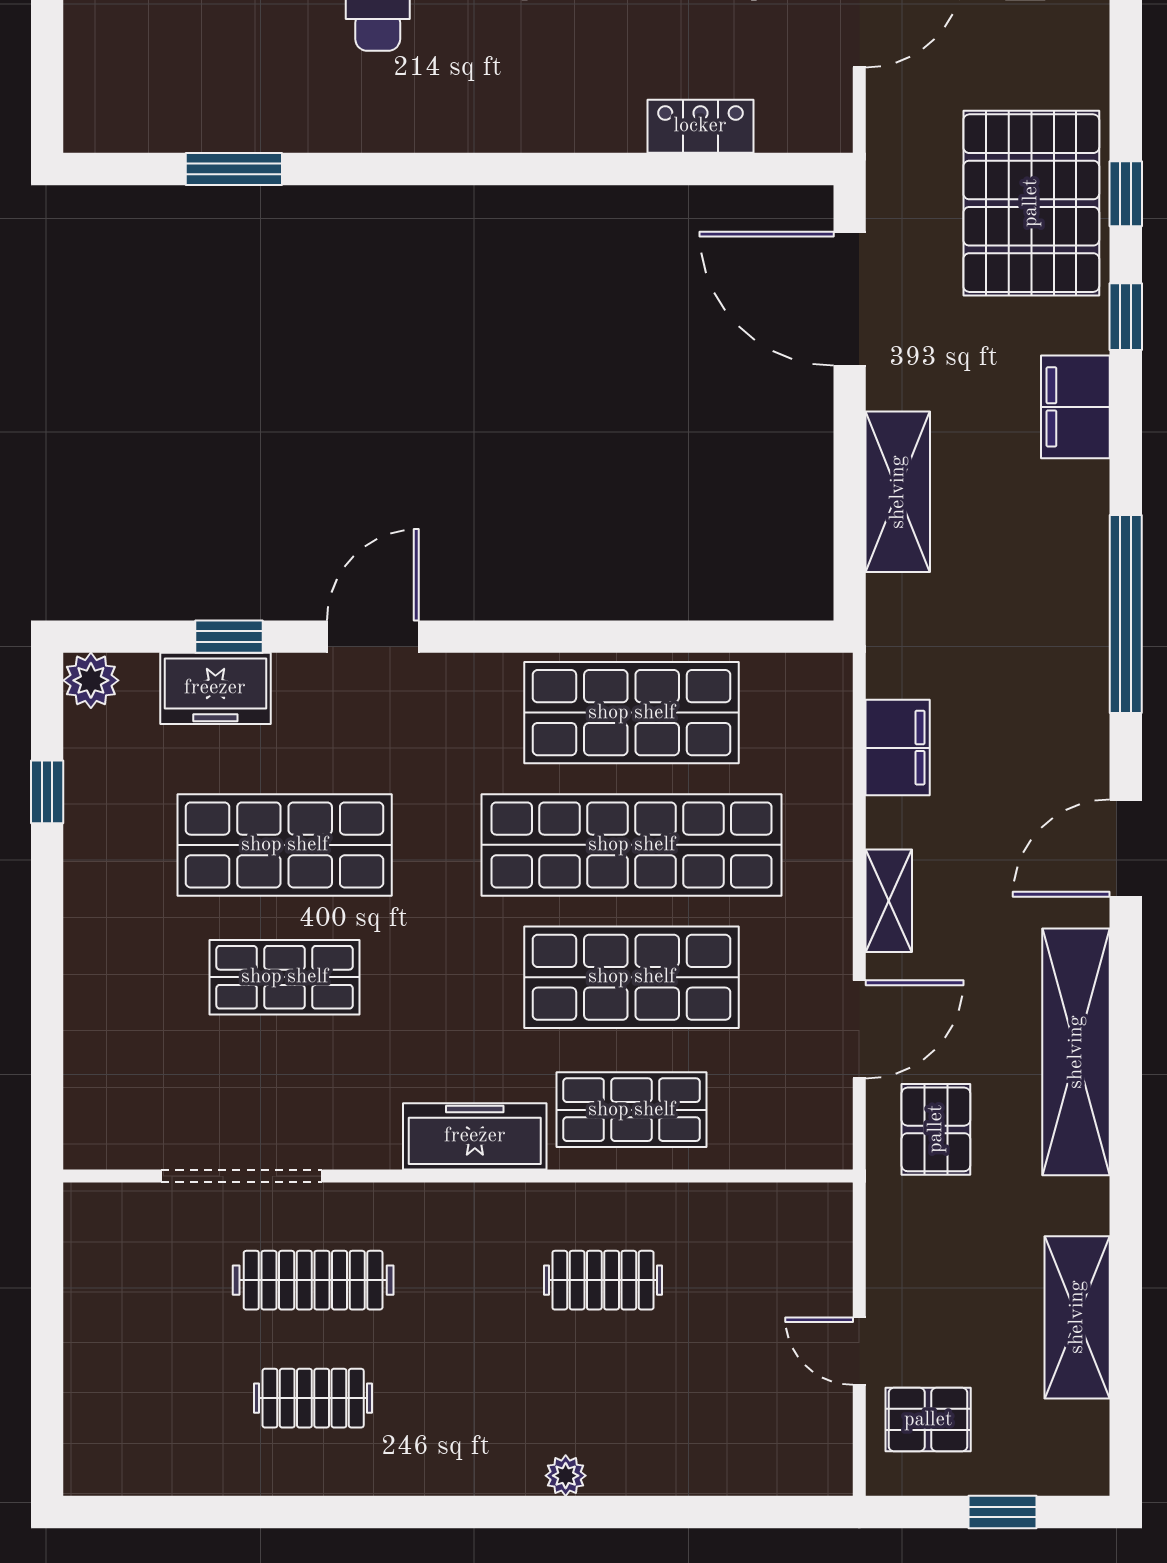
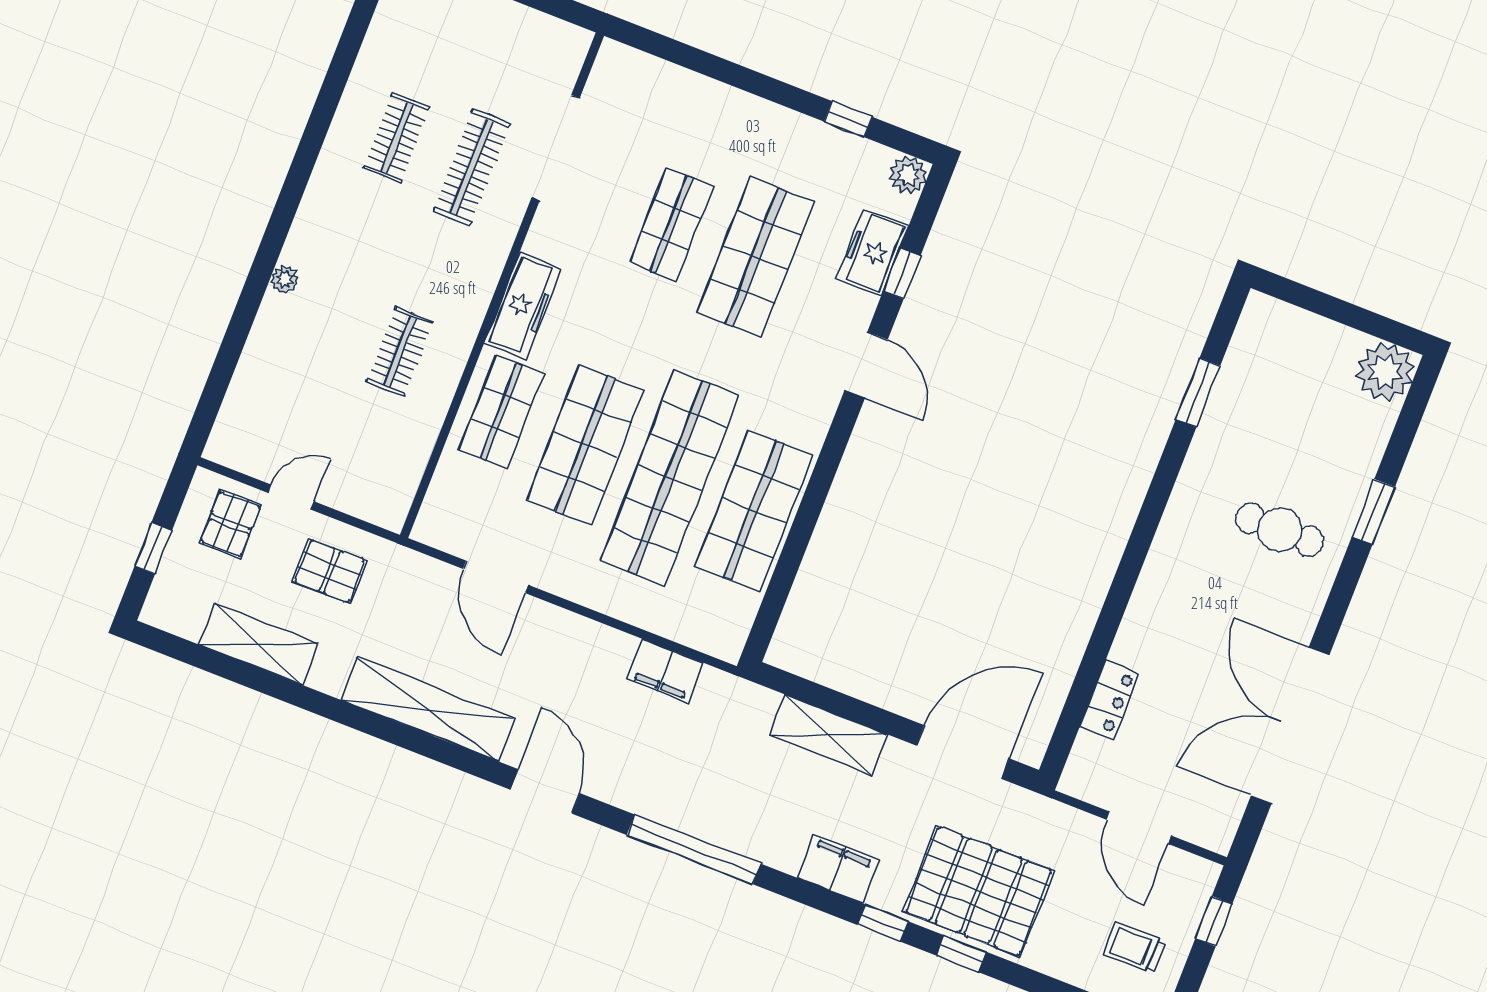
shelving: (889, 901) -> (570, 628), removed
pallet: (936, 1129) -> (330, 571), moved

